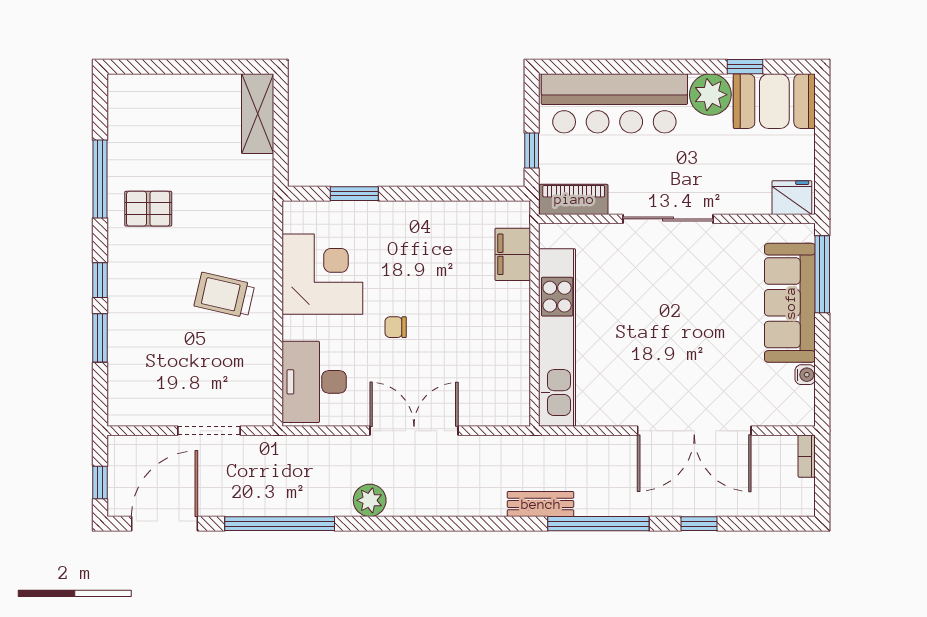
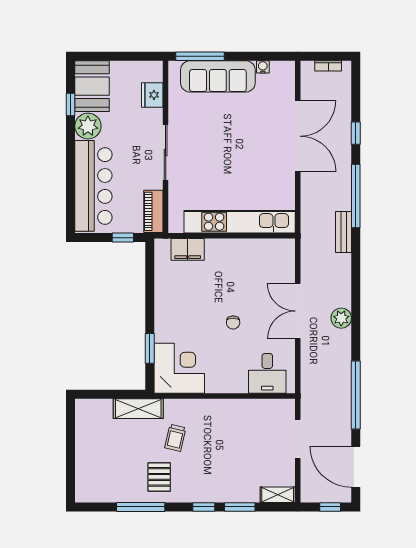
shelving: (258, 114) -> (138, 409), moved
fridge: (792, 198) -> (152, 95), moved
corner desk: (322, 274) -> (179, 368), moved, turned 90
trolley: (224, 295) -> (175, 438), moved, width x0.73, depth x0.72
desk: (314, 382) -> (267, 373), width x0.73
shelving: (120, 399) -> (278, 495), added
bookcase: (807, 456) -> (328, 66), moved
plant: (370, 500) -> (341, 318), moved

